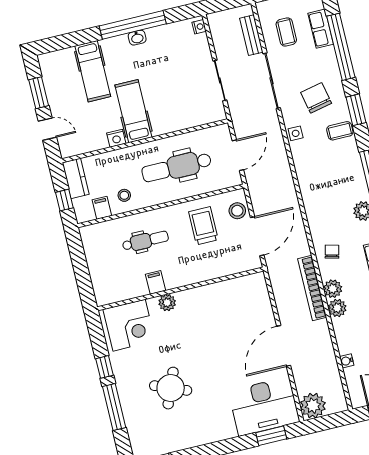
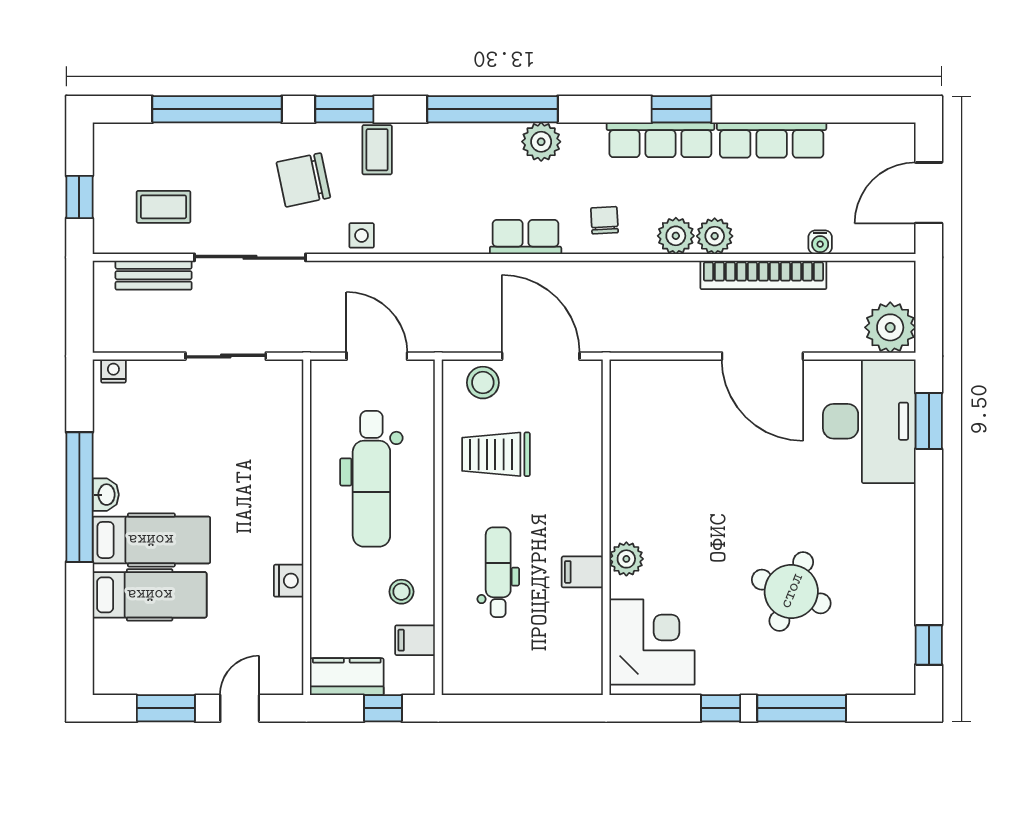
row of seats: (321, 29) -> (526, 237), moved, turned 180
hospital bed: (133, 111) -> (151, 540), moved, turned 180
chair: (332, 252) -> (604, 220), turned 73
bookcase: (312, 288) -> (763, 275), moved

